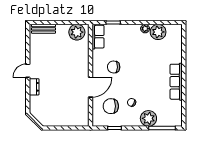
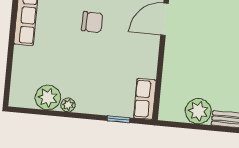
plant: (77, 32) -> (198, 111), moved
chair: (114, 67) -> (92, 22), moved

